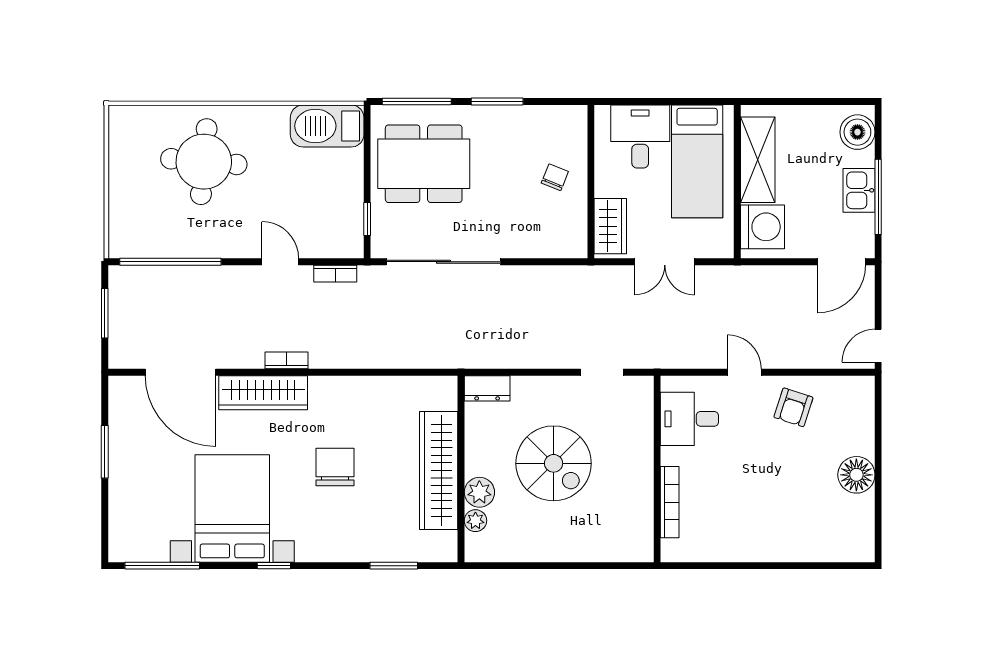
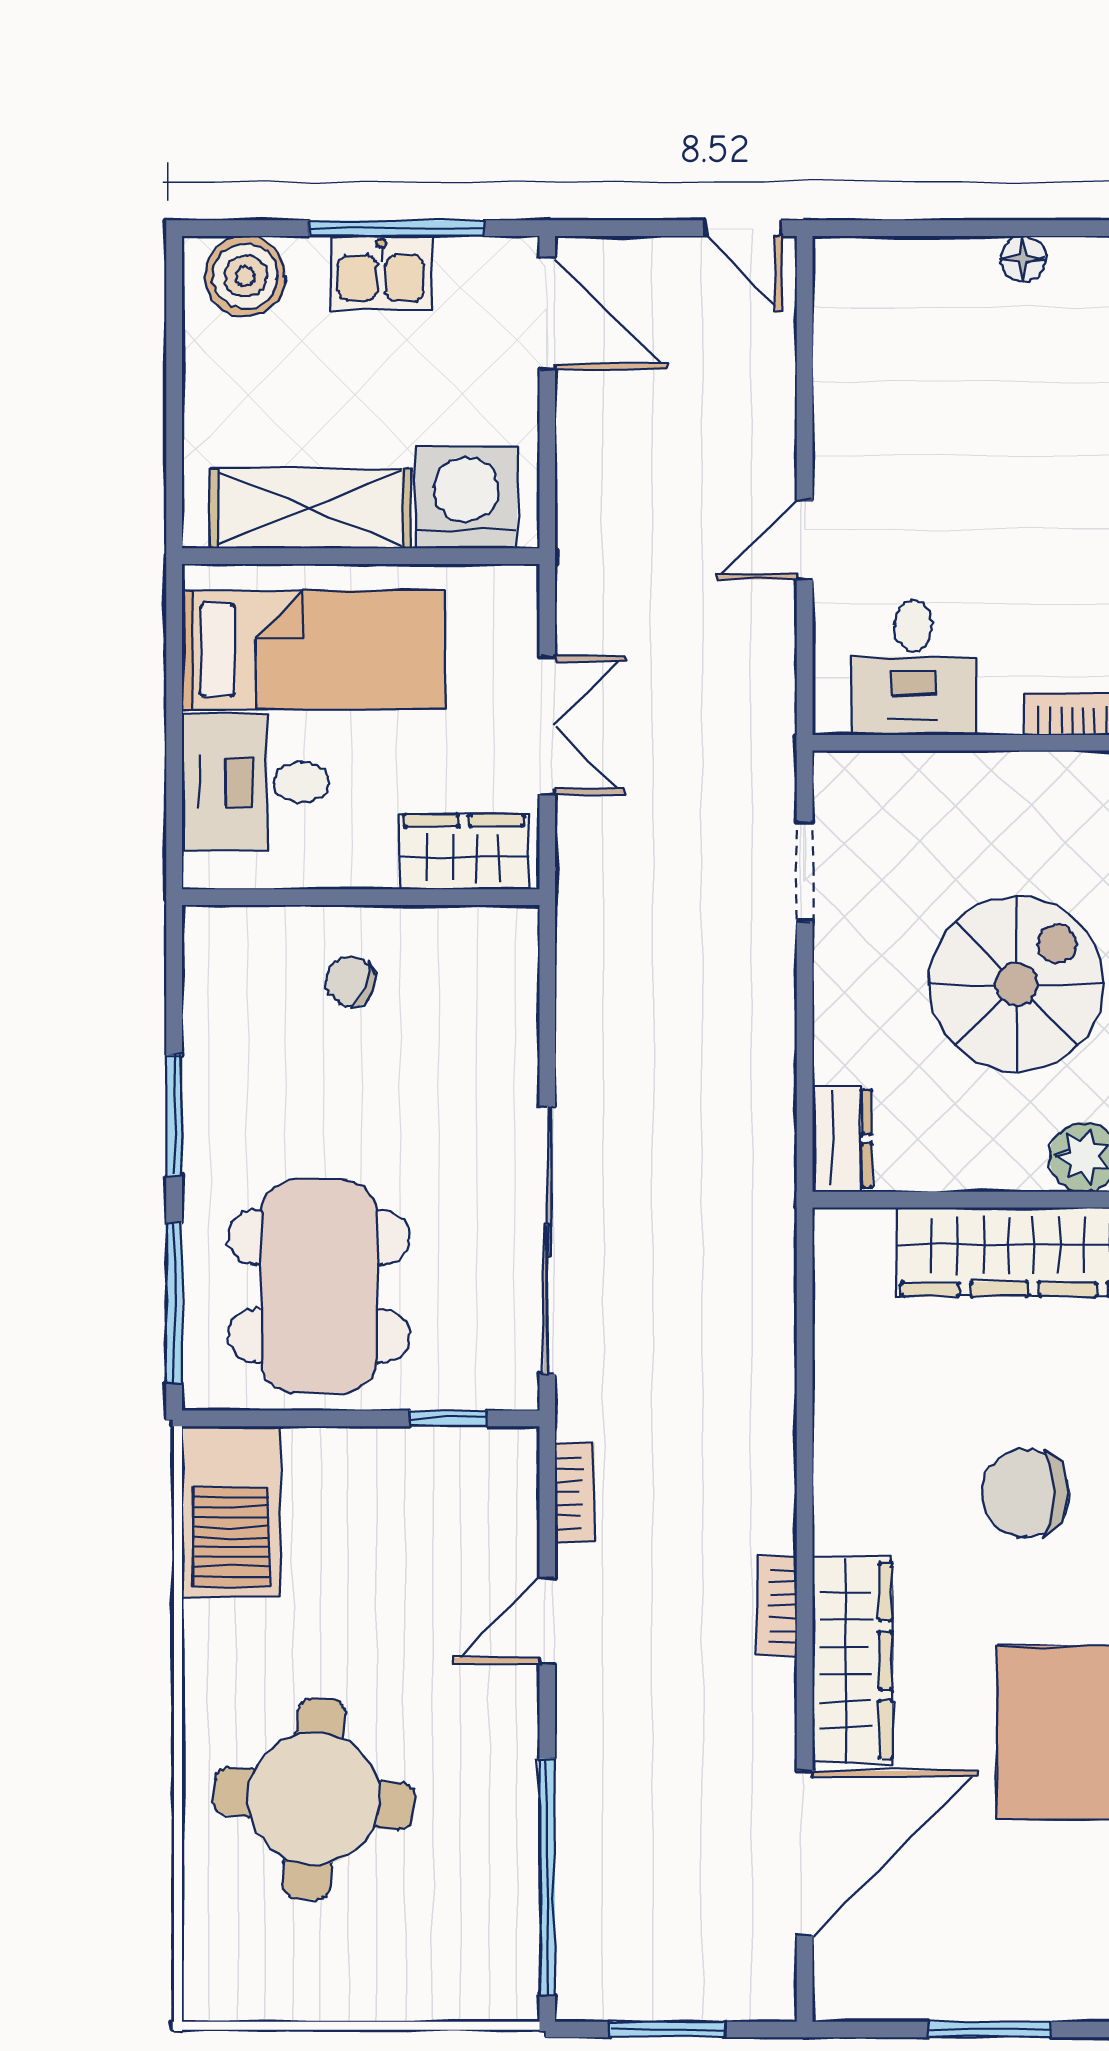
armchair: (793, 407) -> (886, 425), removed
floor lamp: (856, 475) -> (1023, 259), width x0.53, depth x0.53

